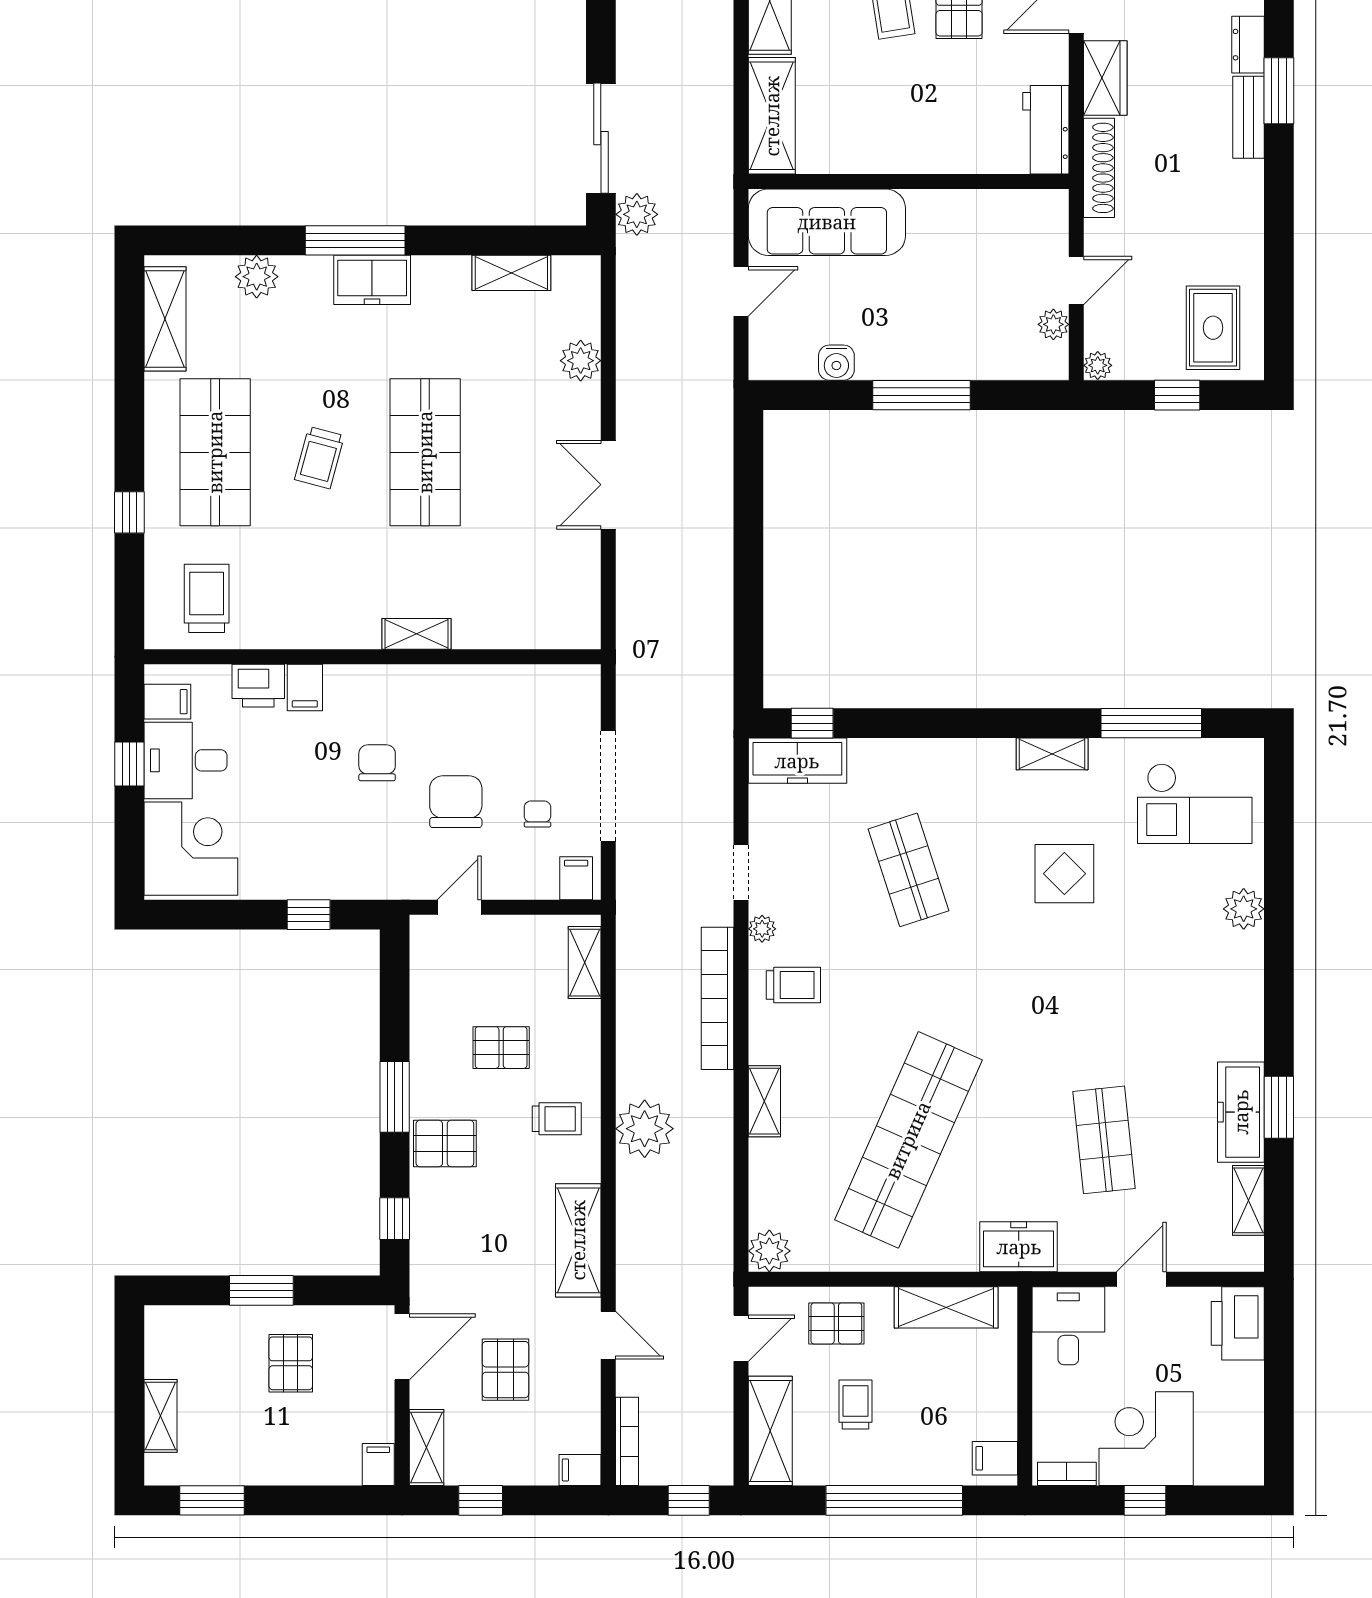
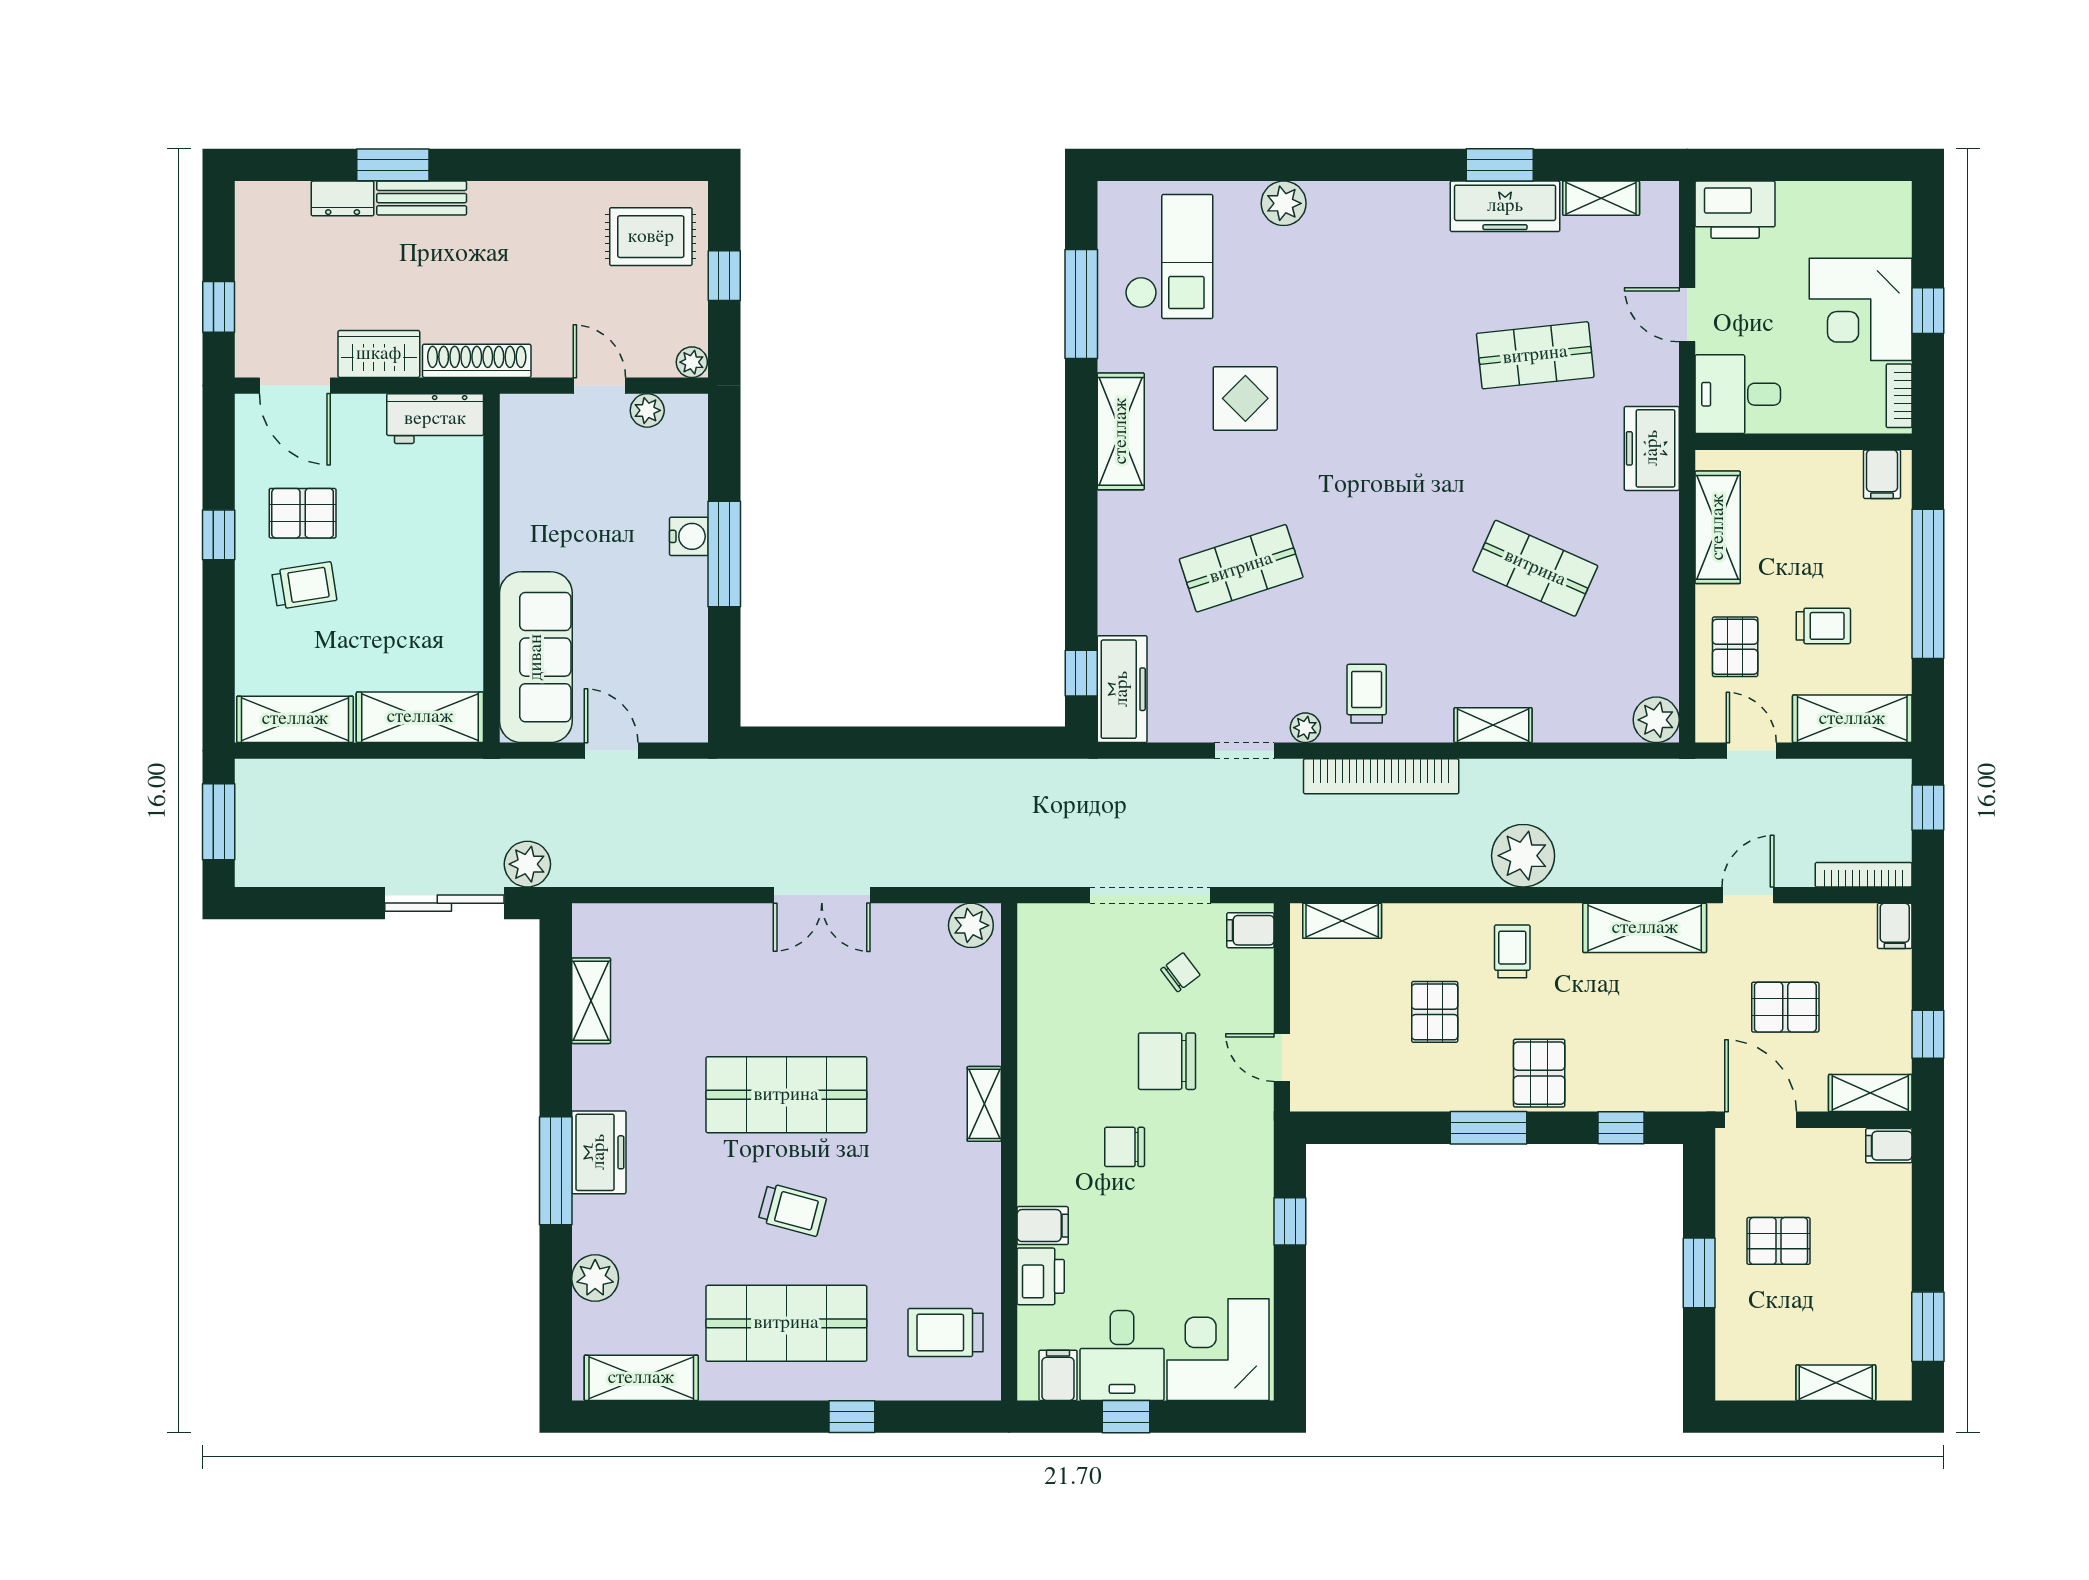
plant: (581, 361) -> (971, 925), moved
water cooler: (836, 363) -> (689, 536), moved
shelving: (1052, 754) -> (1121, 431), width x1.50, depth x1.33
chair: (537, 814) -> (1180, 972), turned 143
shop shelf: (908, 1140) -> (1535, 568), width x0.50, depth x0.74
trolley: (855, 1404) -> (1823, 626), turned 180

